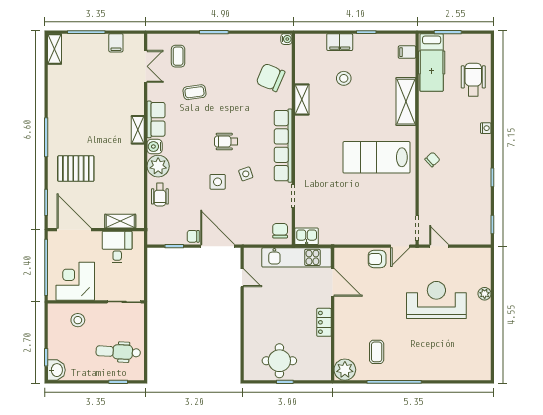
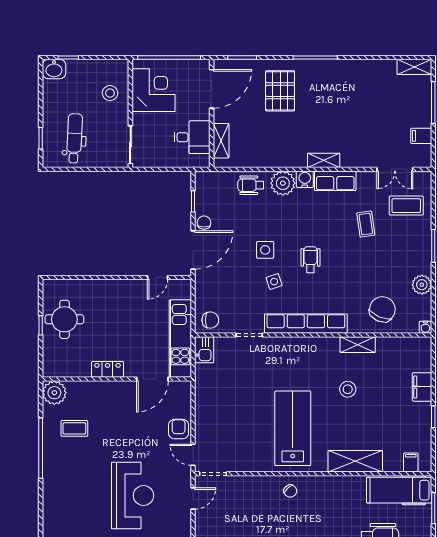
plant: (249, 42) -> (422, 285), added
coffee table: (178, 56) -> (406, 206), width x1.36, depth x1.30
stool: (344, 78) -> (348, 389), moved

